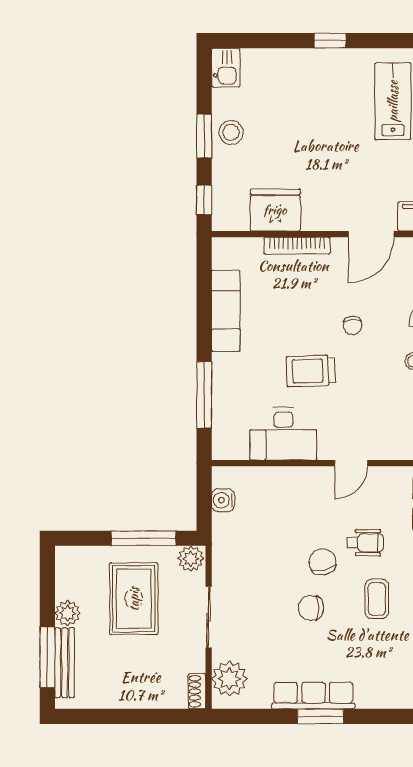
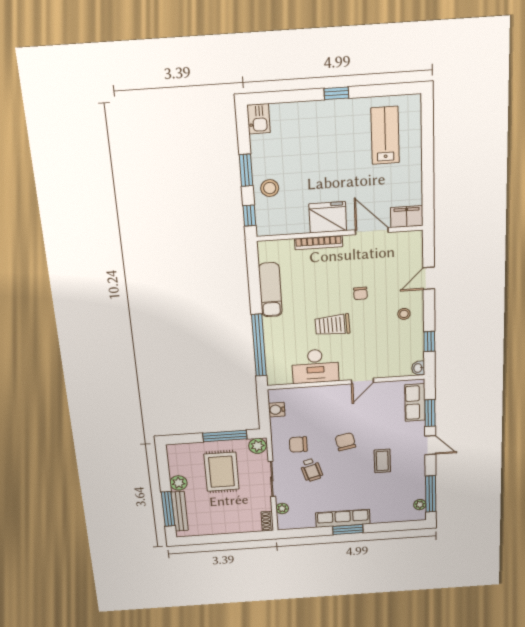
stool: (231, 132) -> (270, 188), moved
fridge: (275, 210) -> (328, 217), moved
door: (371, 234) -> (372, 231), swing flipped
window: (204, 395) -> (259, 345), width x1.46
wheelchair: (365, 543) -> (311, 470), moved, turned 74
chair: (311, 608) -> (298, 444), moved
plant: (229, 679) -> (282, 508), width x0.53, depth x0.53

